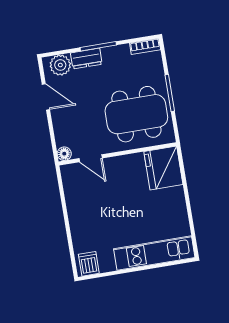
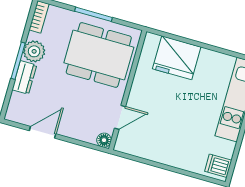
plant: (60, 65) -> (34, 51), moved
dining table: (136, 114) -> (99, 55), turned 90
fridge: (163, 168) -> (177, 58), moved

